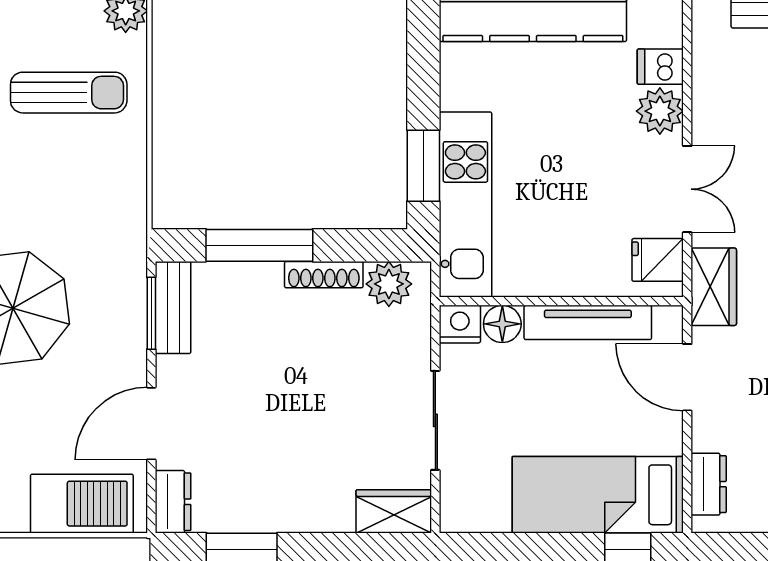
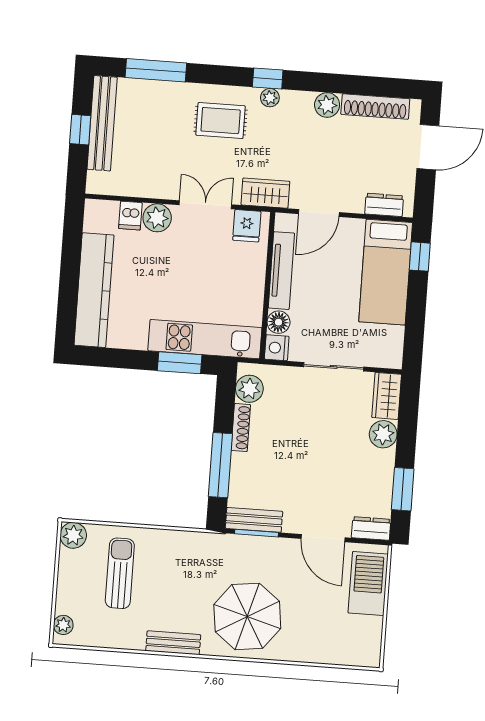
plant: (330, 510) -> (383, 434), added

